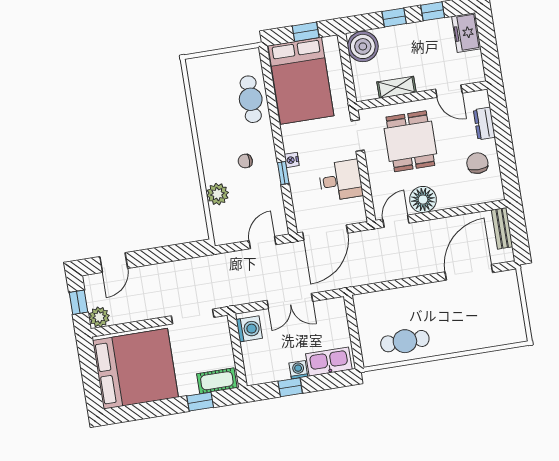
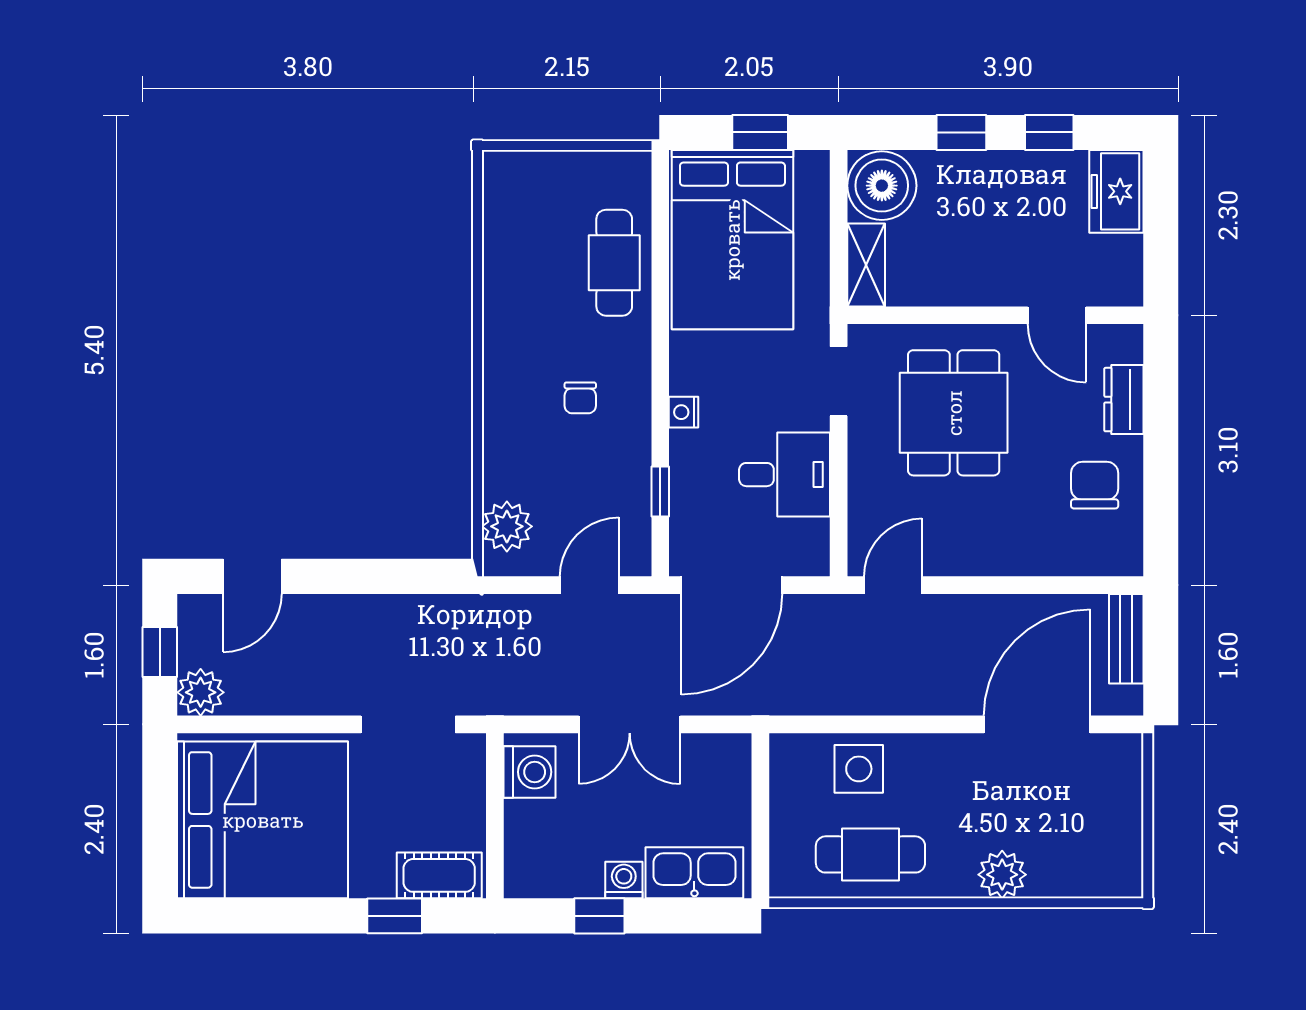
shelving: (396, 87) -> (866, 265), moved, turned 90
chair: (245, 161) -> (580, 398), turned -90
window: (283, 173) -> (660, 492), moved
plant: (218, 194) -> (507, 526), moved
floor lamp: (423, 200) -> (961, 547), removed
side table: (394, 304) -> (859, 769), added
plant: (464, 341) -> (1002, 875), added

